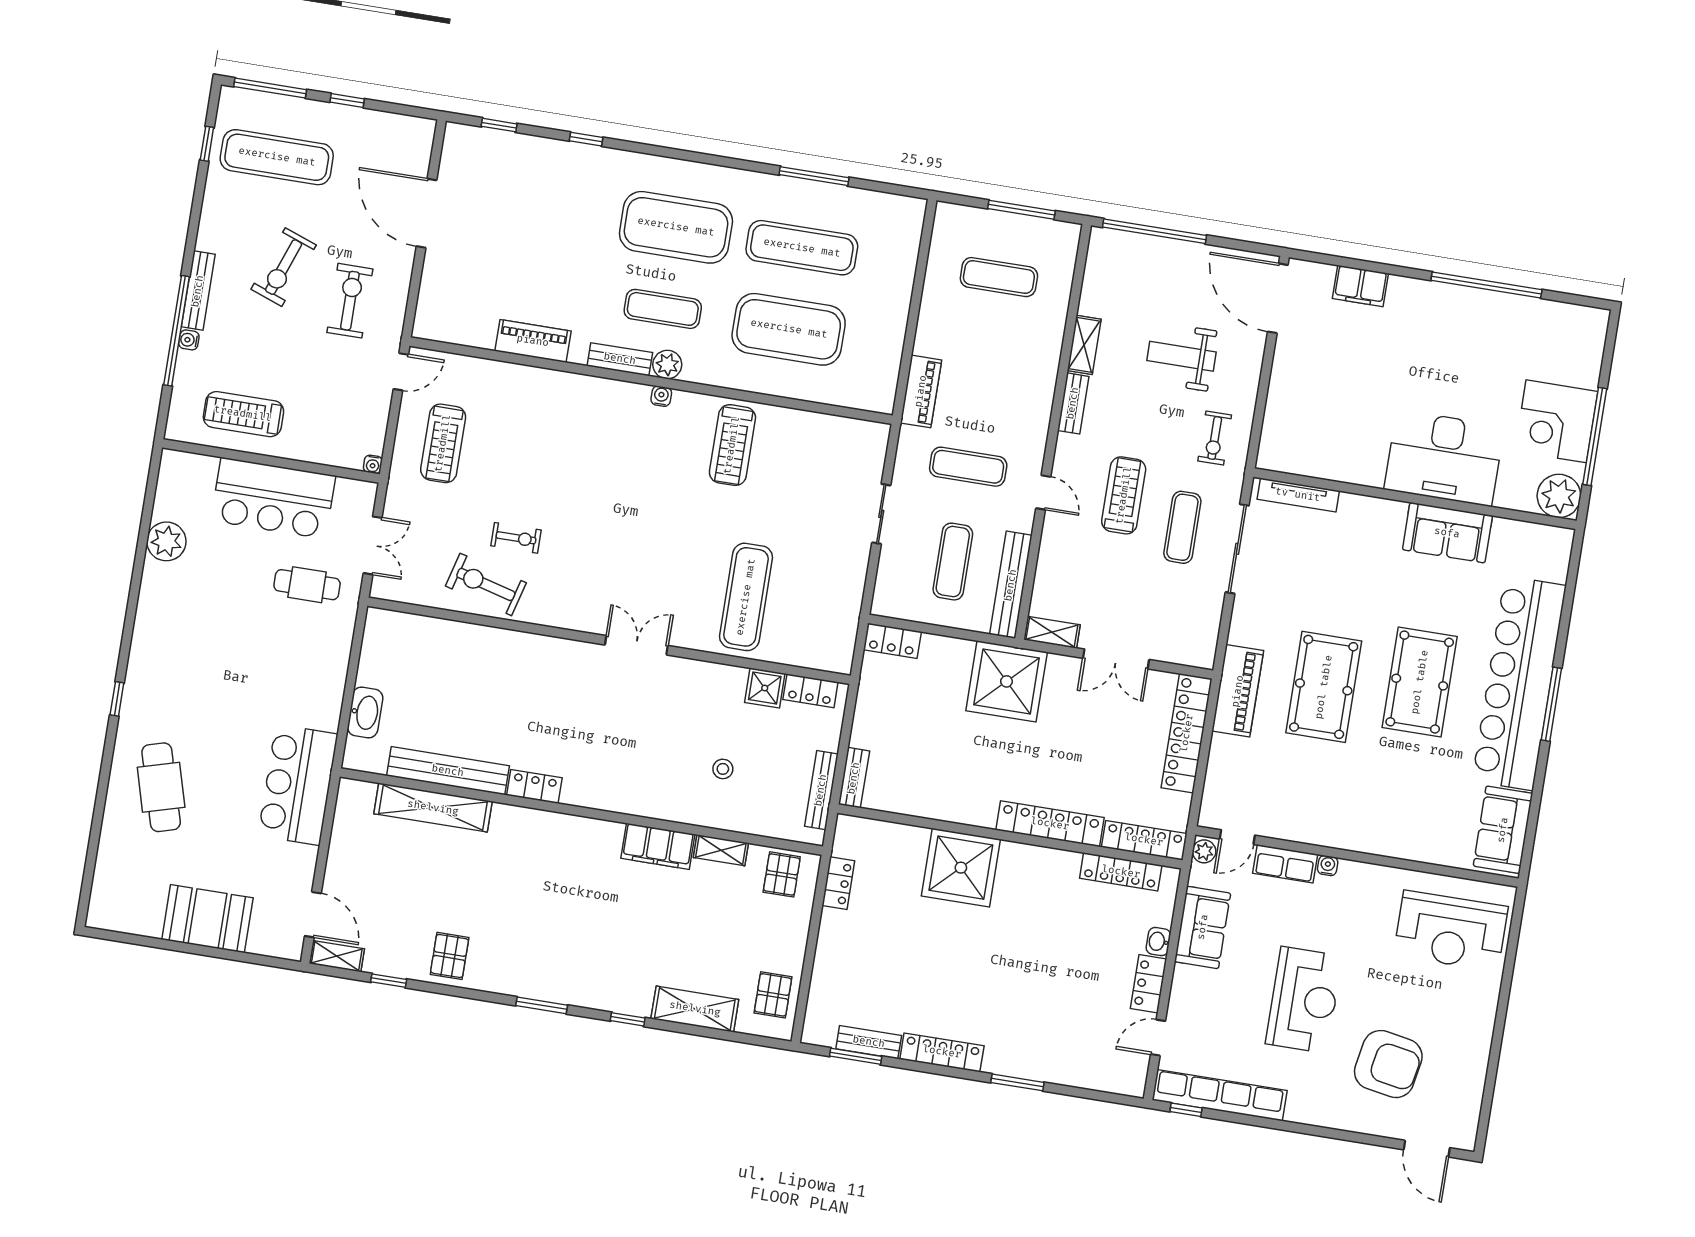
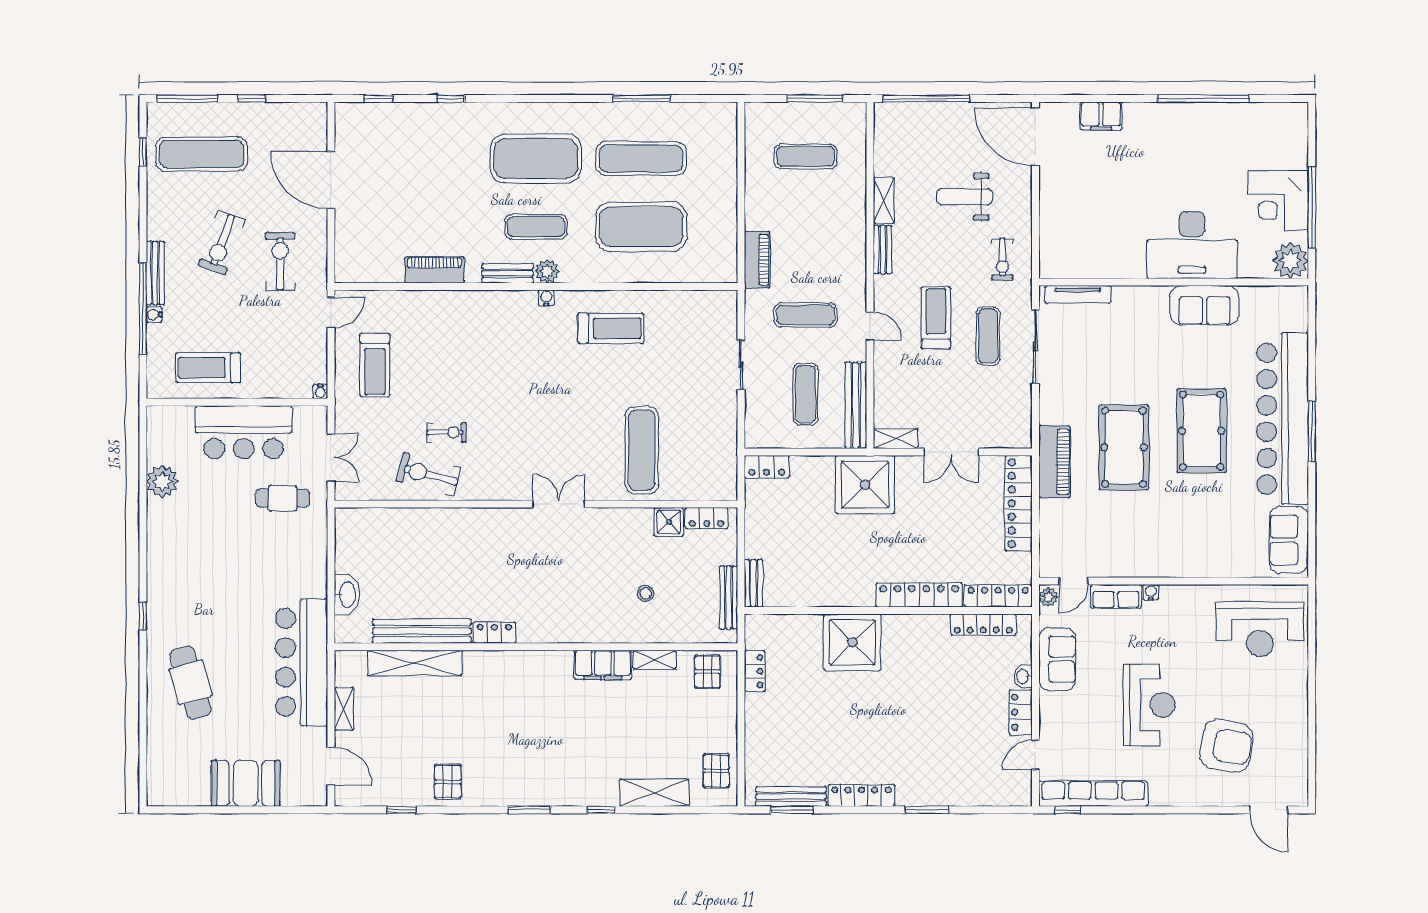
treadmill: (732, 445) -> (611, 328), turned -90
bar counter: (298, 785) -> (302, 662), width x1.36
shelving: (337, 956) -> (344, 709), moved, turned 90
bench: (869, 1042) -> (791, 797), width x1.36

